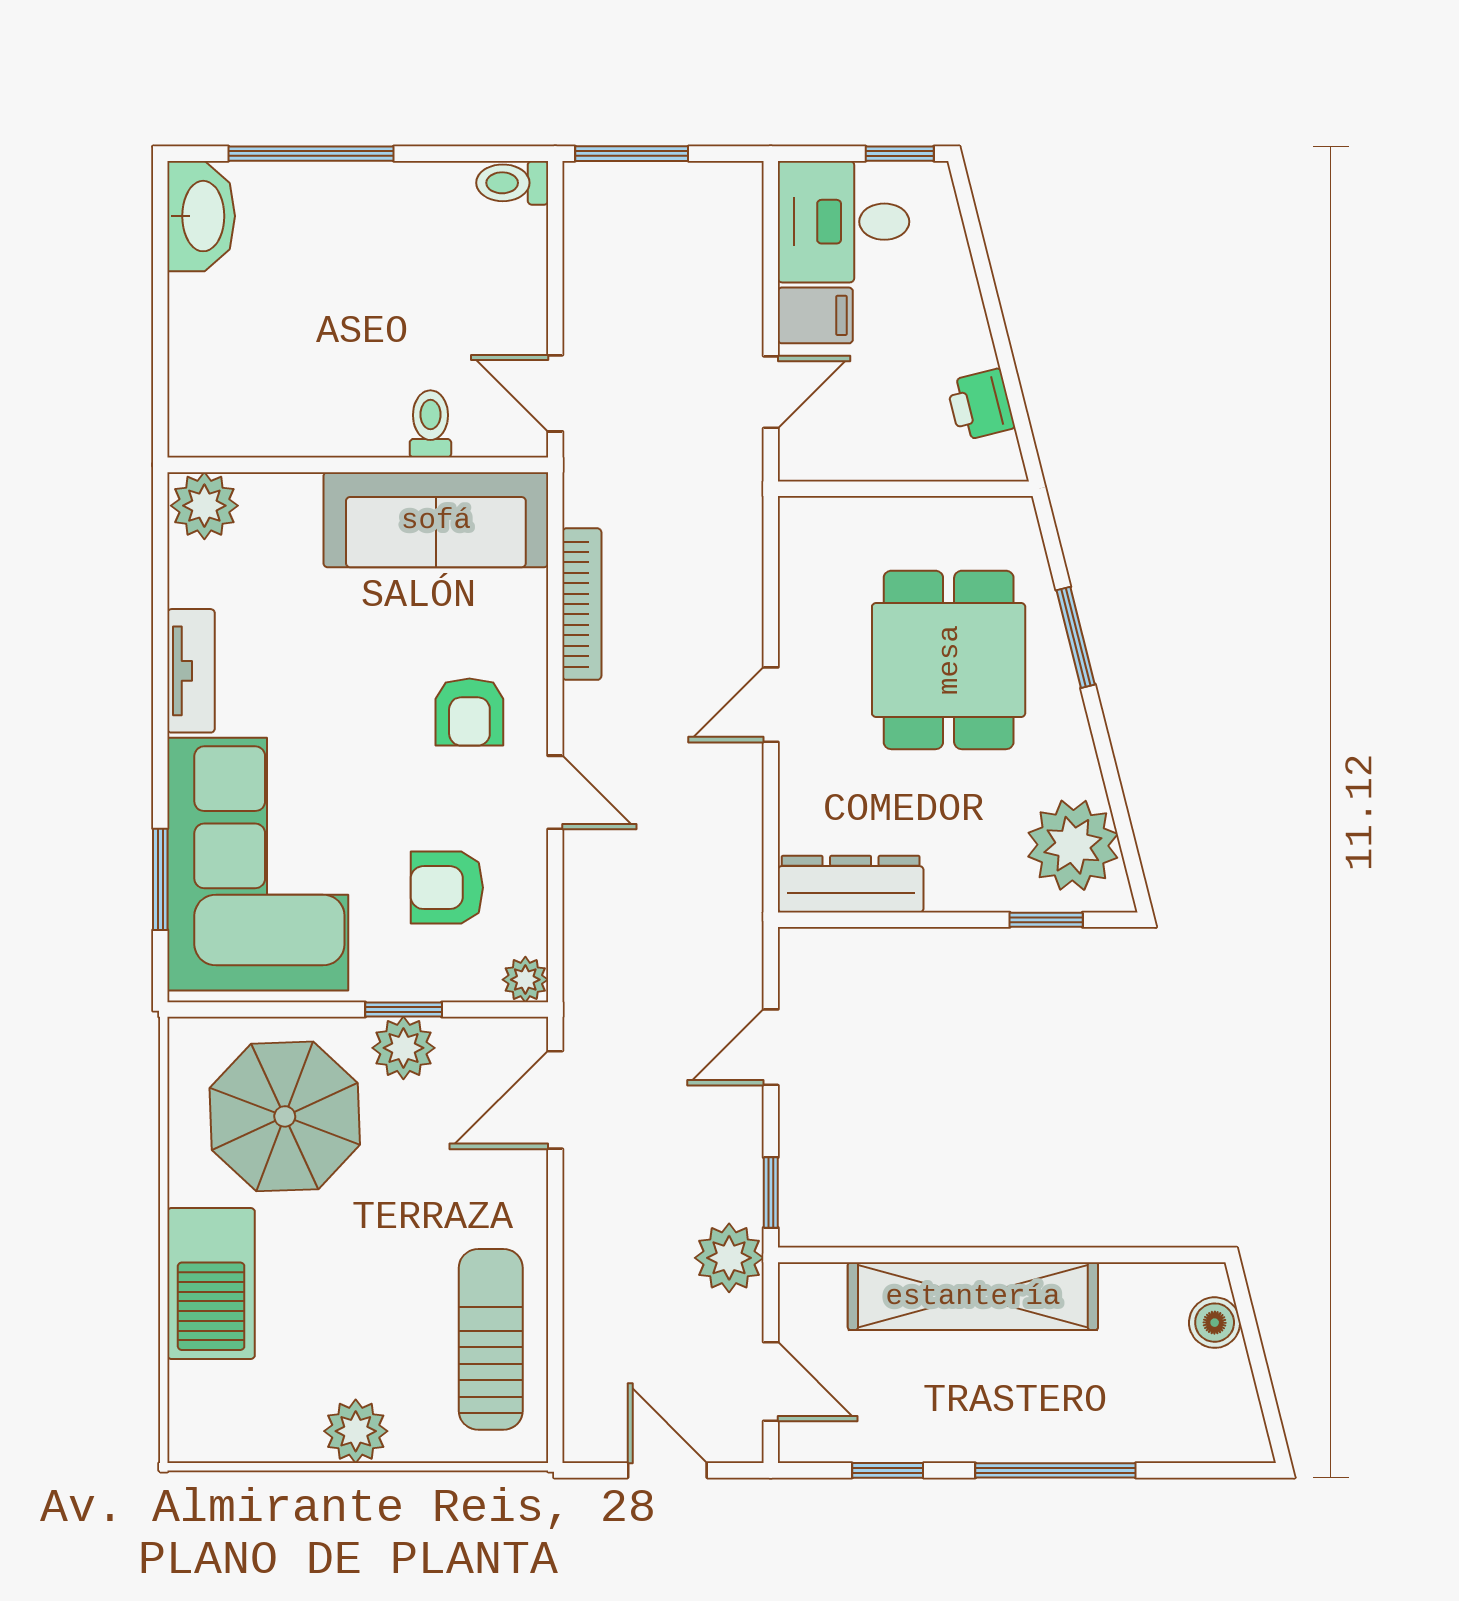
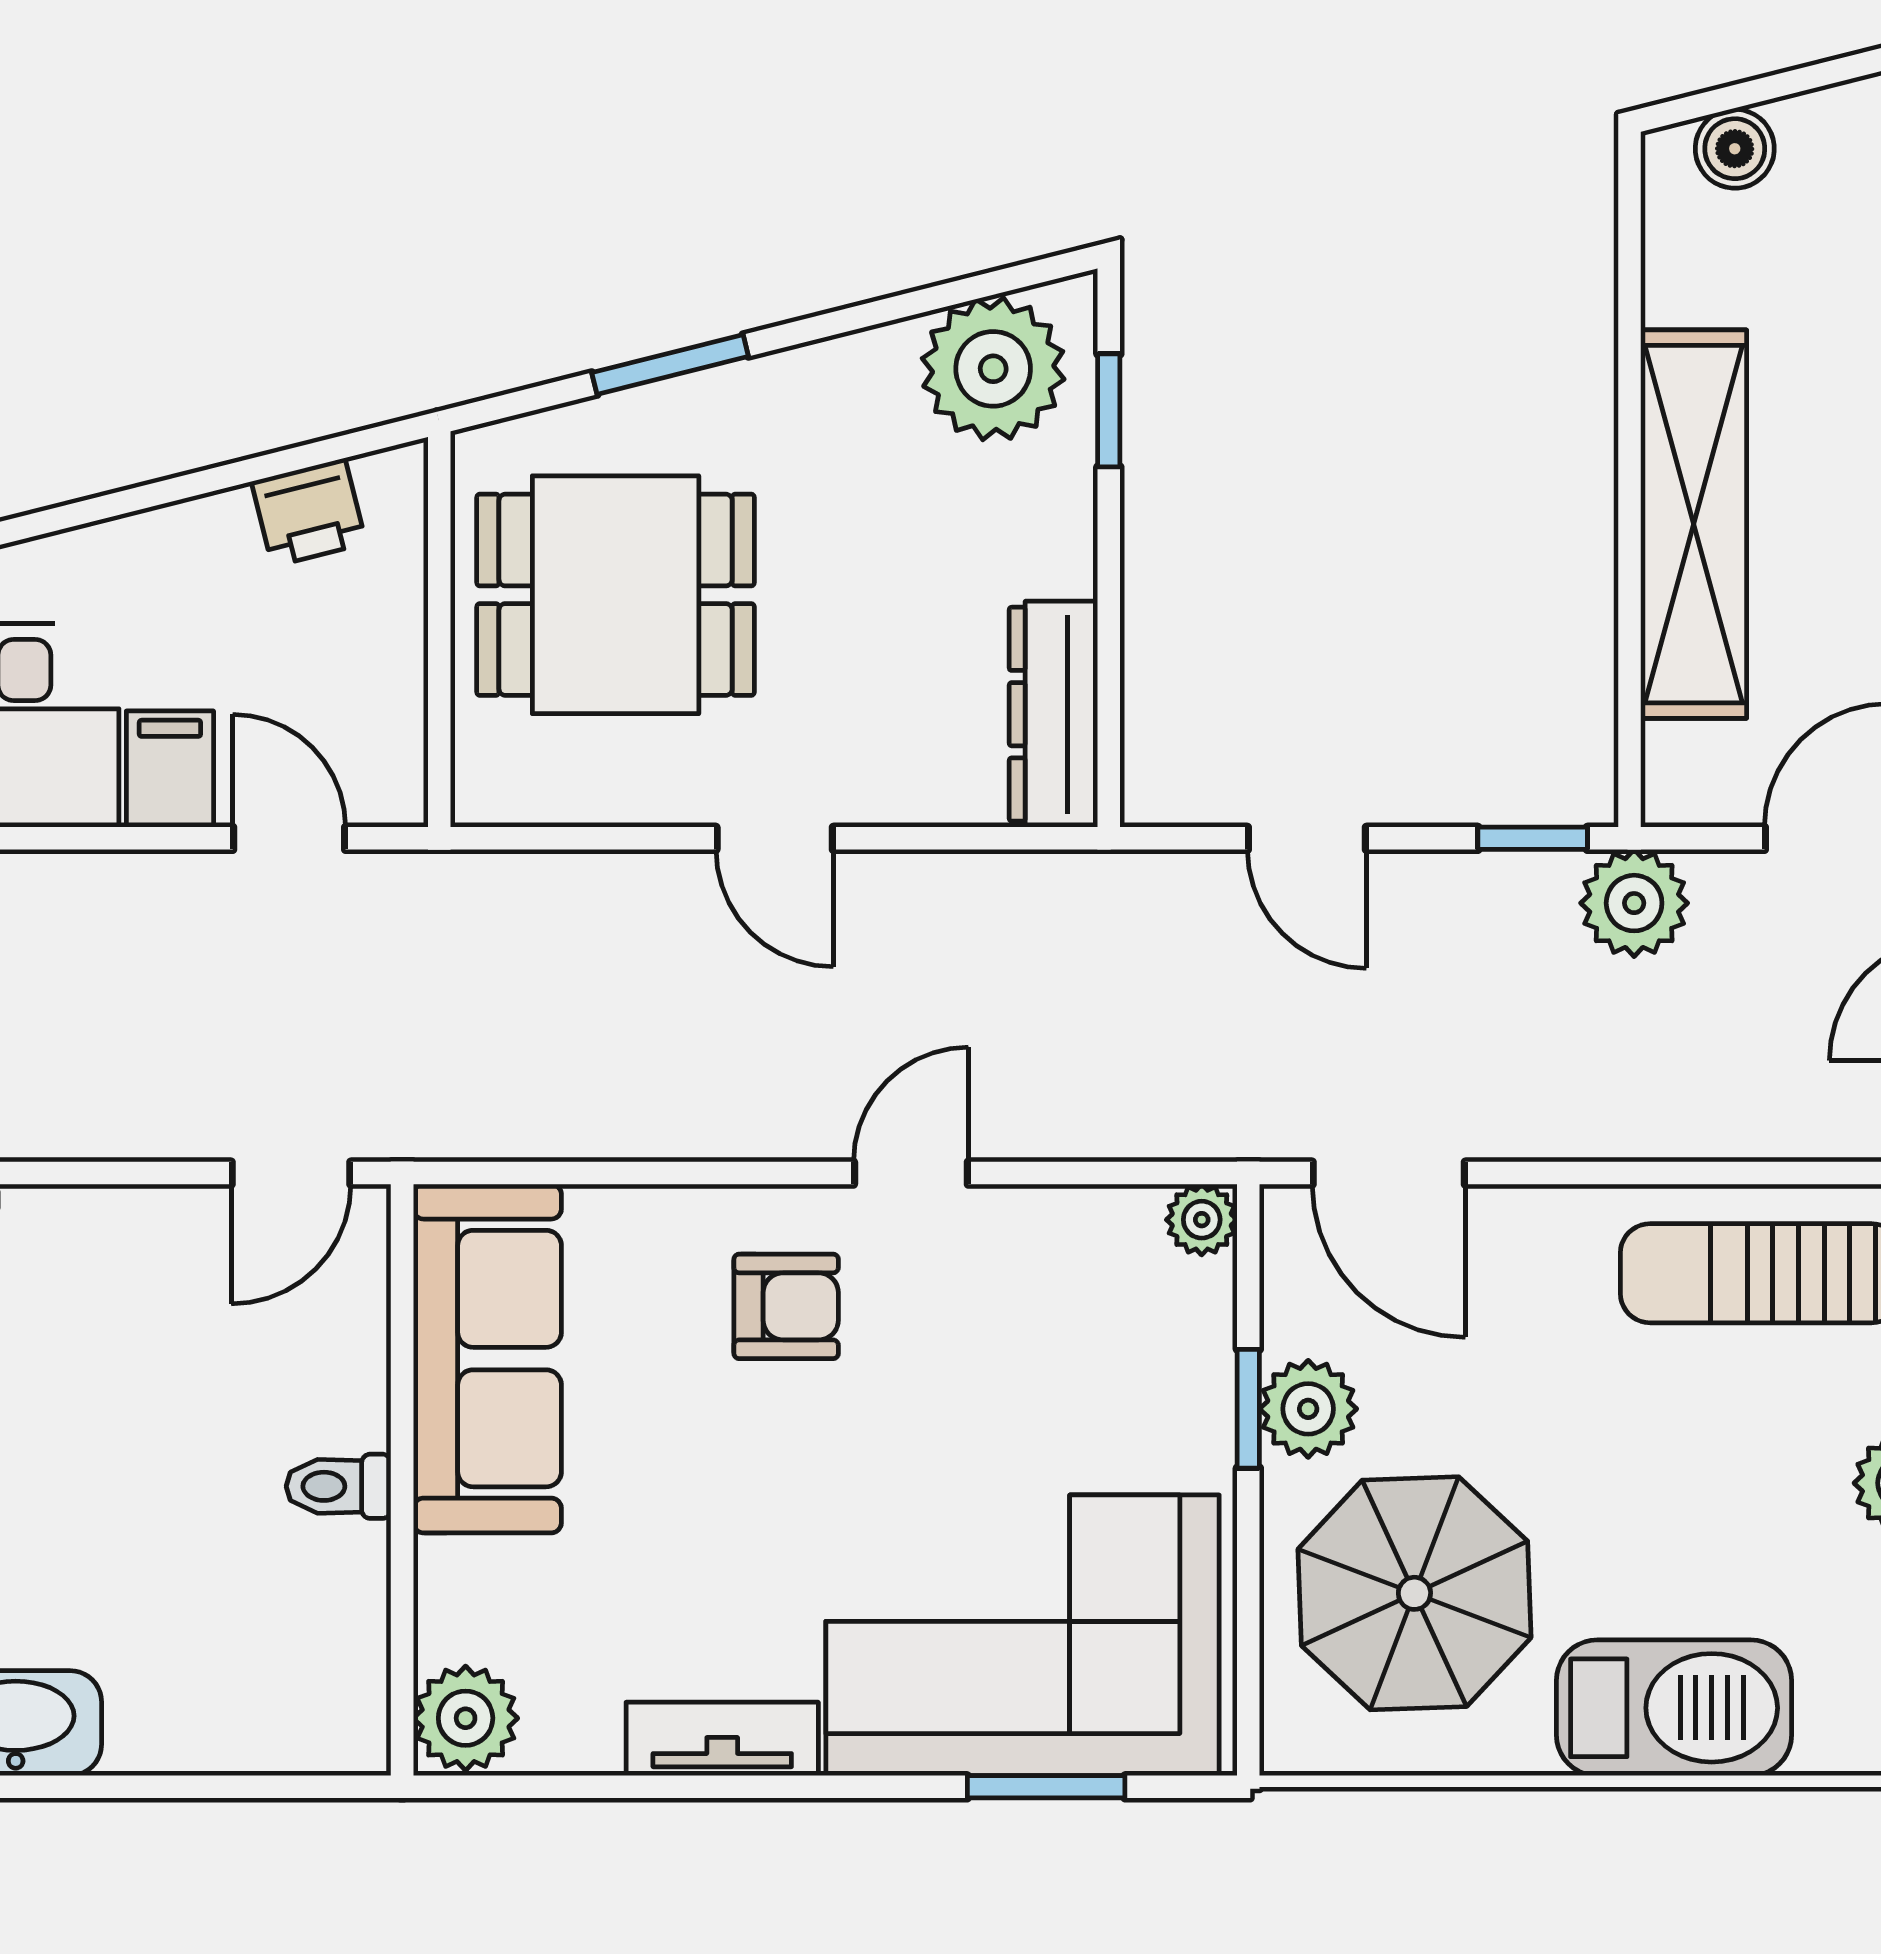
toilet: (430, 424) -> (339, 1486), moved
bookcase: (582, 604) -> (618, 1132), removed
dining table: (949, 660) -> (616, 595), moved
armchair: (447, 888) -> (1059, 1342), removed

